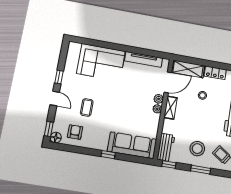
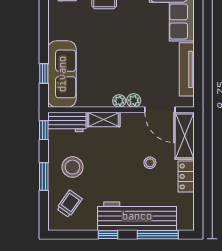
shelving: (171, 108) -> (104, 120), moved
window: (108, 155) -> (44, 74), moved

